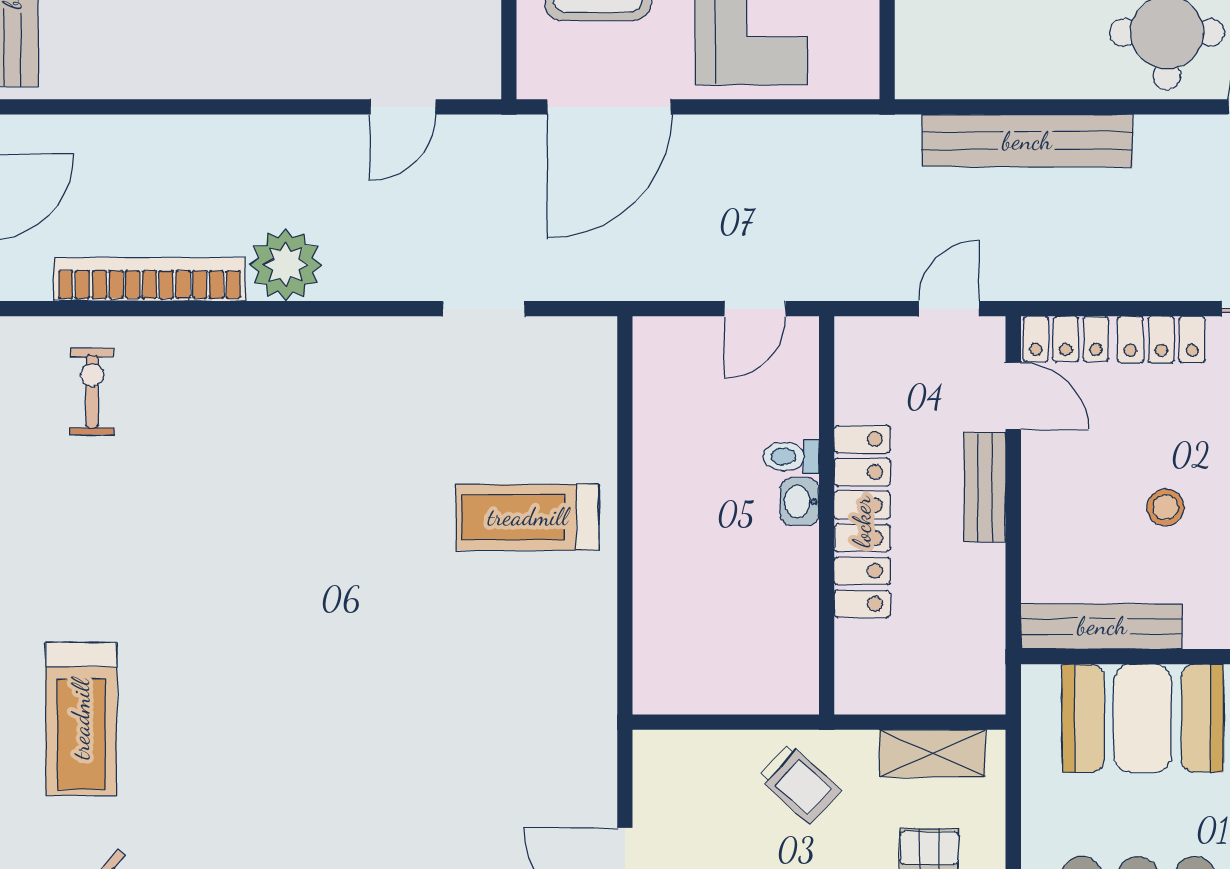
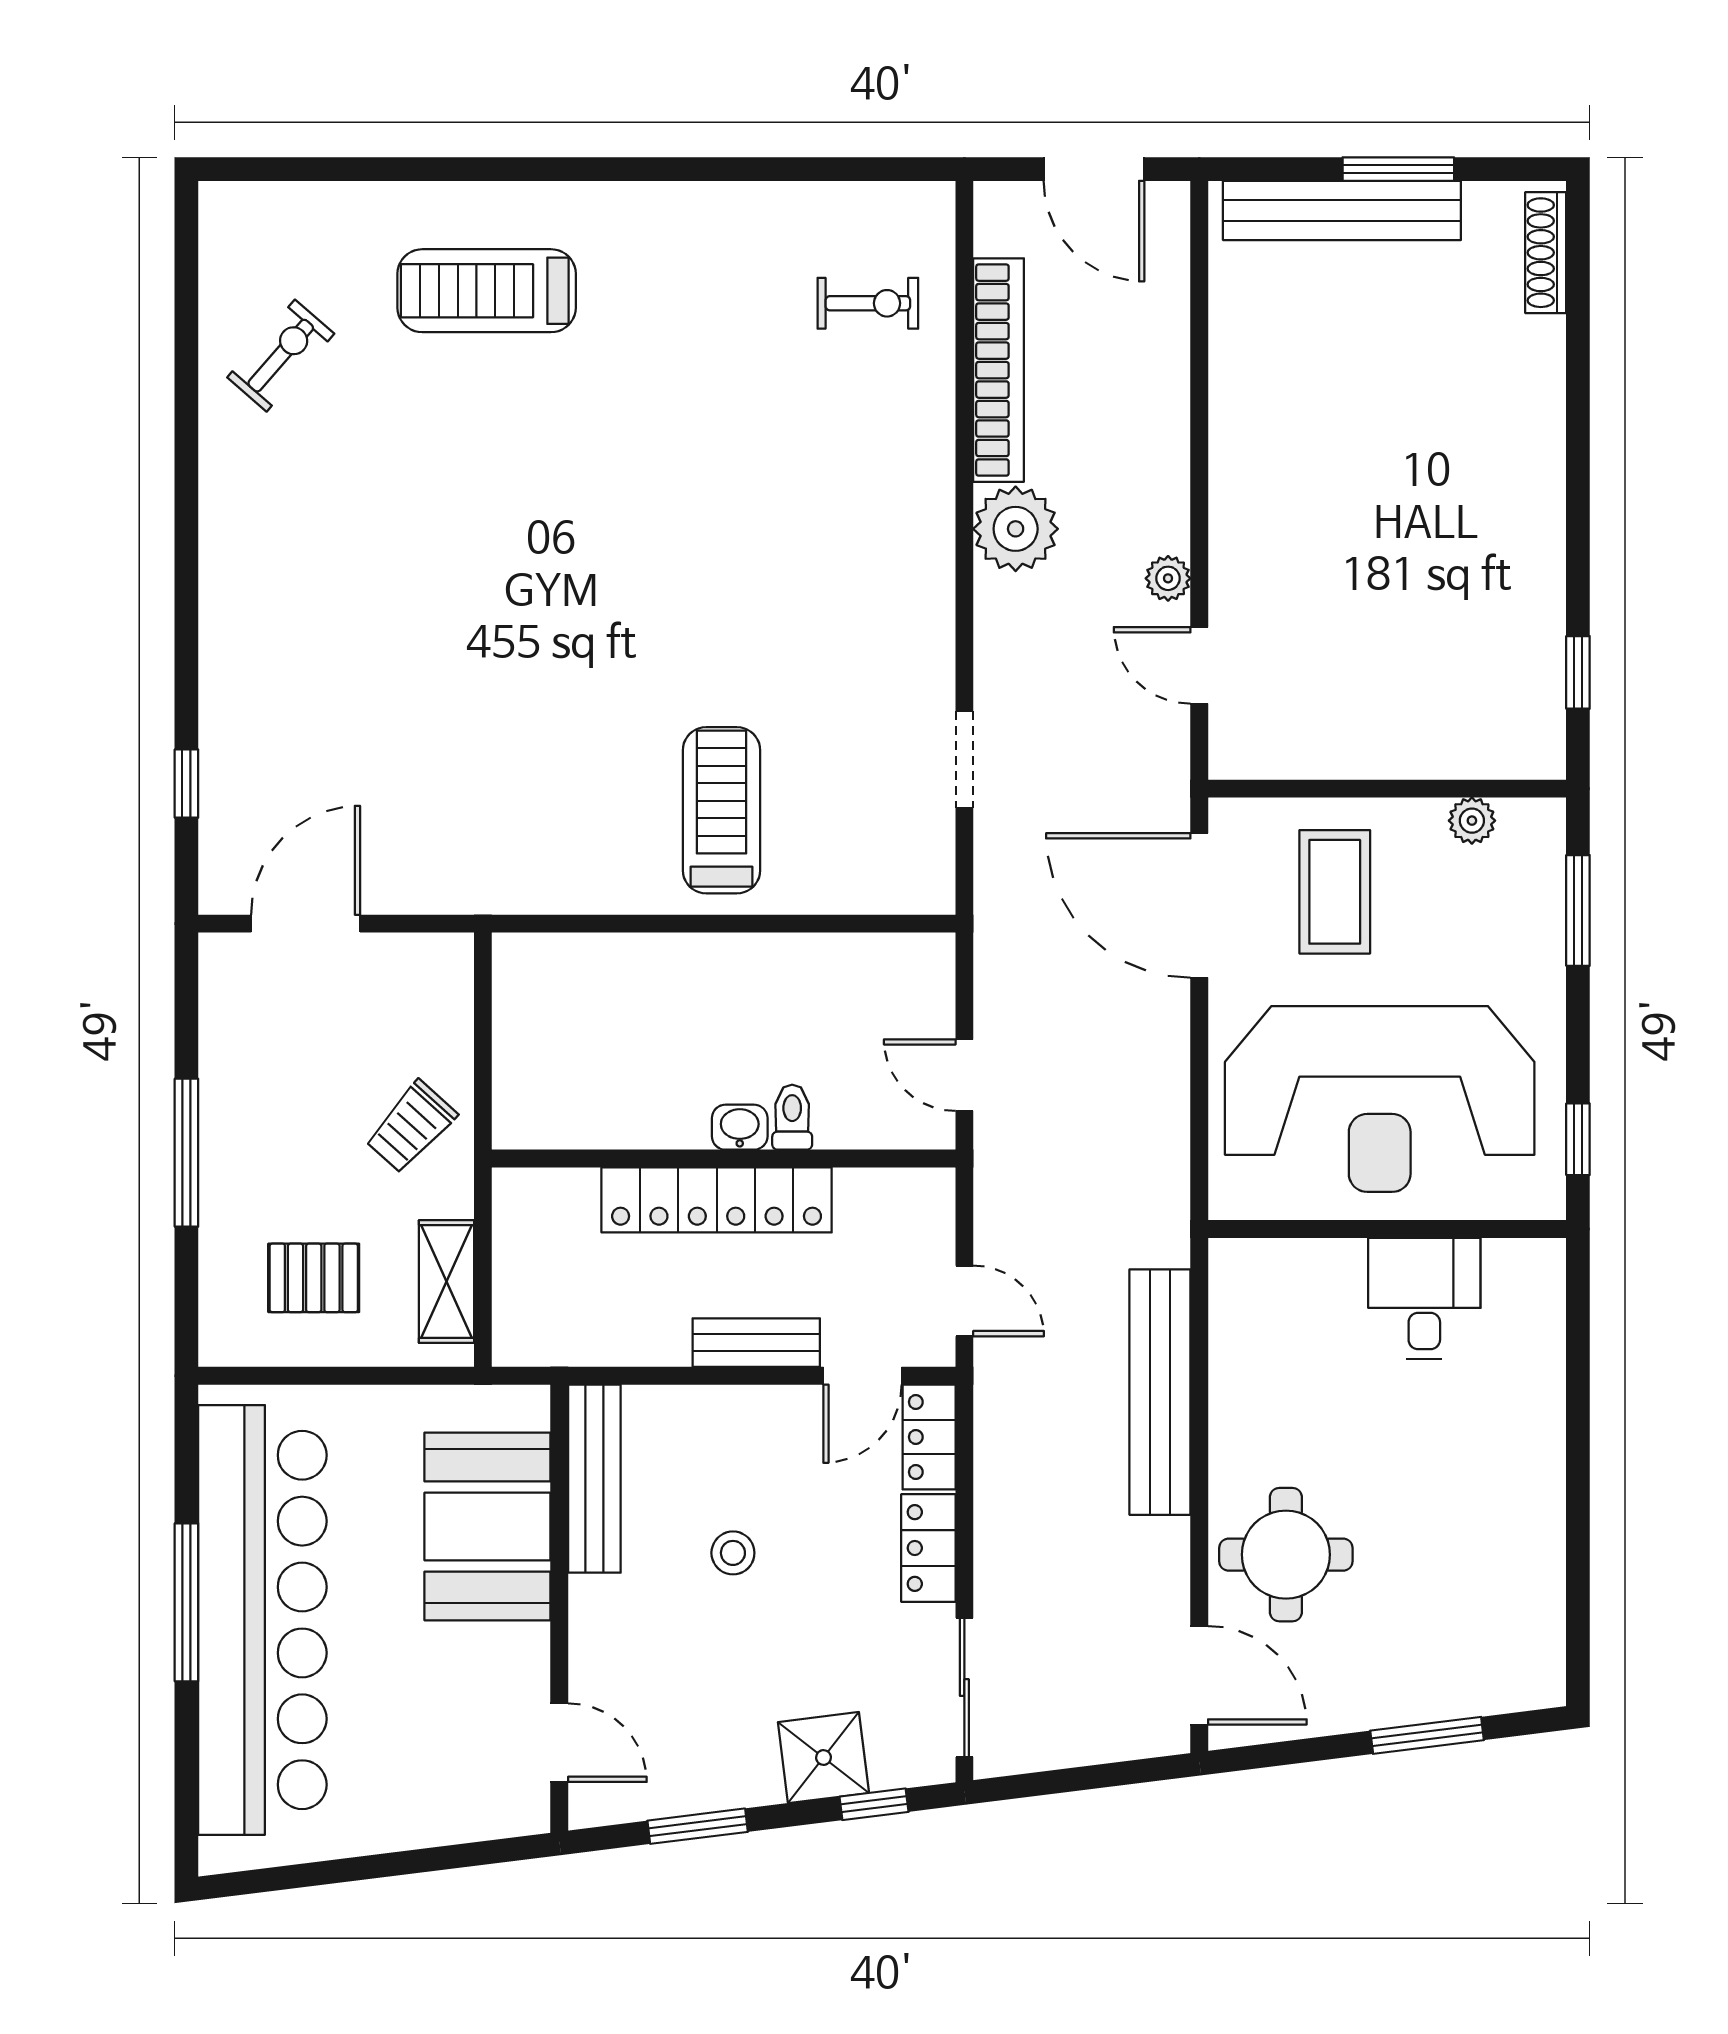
plant: (328, 134) -> (1168, 578), added

